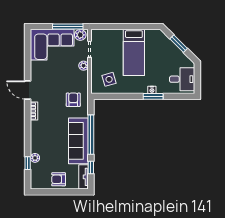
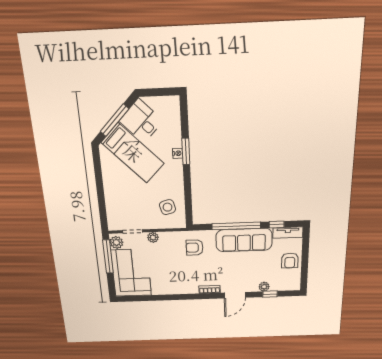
window: (179, 44) -> (115, 120), width x1.44
bed: (134, 52) -> (133, 153), moved, turned 45
desk: (182, 79) -> (141, 121), moved, turned -45
door: (28, 90) -> (235, 295), moved

